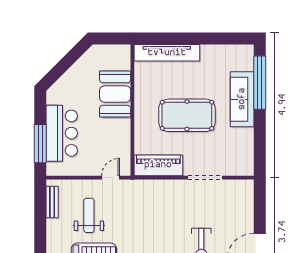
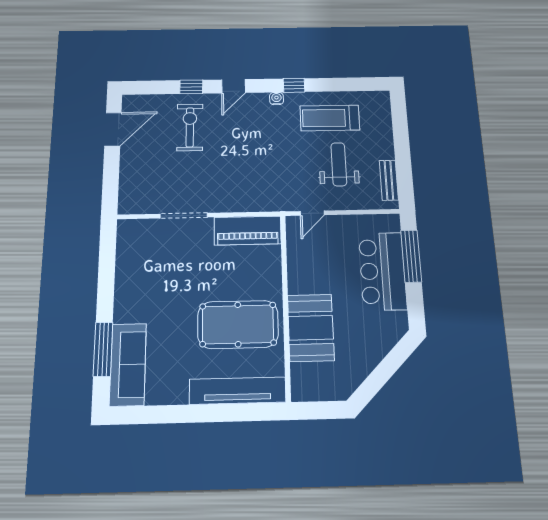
window: (260, 83) -> (103, 349), width x0.68
sofa: (242, 99) -> (128, 364), moved
pool table: (187, 115) -> (238, 324), moved
weight bench: (89, 215) -> (339, 164), turned 180

